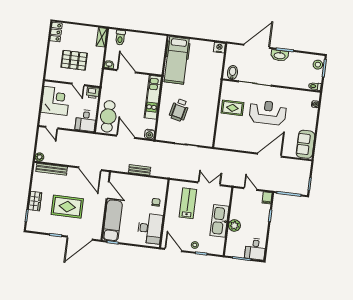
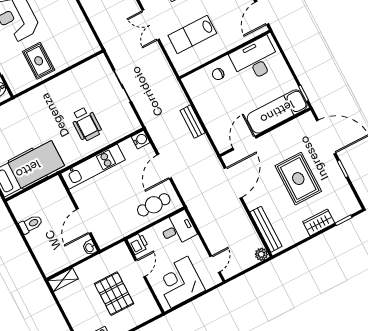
toilet: (120, 38) -> (31, 224), moved
wheelchair: (179, 110) -> (86, 124), turned 77
cafe table: (108, 116) -> (154, 205), width x0.73, depth x0.74

